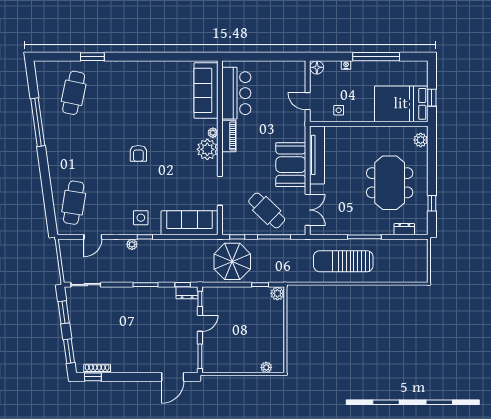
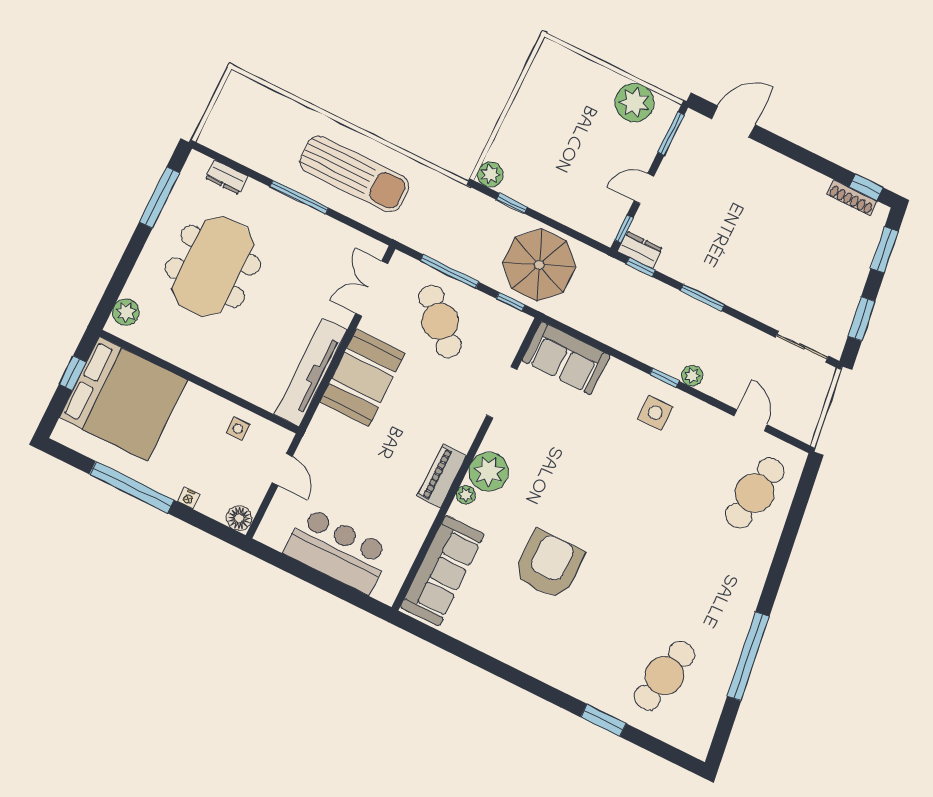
bar counter: (236, 93) -> (337, 551), moved, turned 90
bed: (401, 104) -> (123, 399), width x1.36
armchair: (138, 153) -> (549, 565), moved, width x1.88, depth x1.88
window: (432, 203) -> (160, 198), width x2.17
sofa: (190, 223) -> (566, 358), width x0.73
door: (93, 237) -> (751, 420), hinge flipped
plant: (266, 367) -> (634, 103), moved, width x1.87, depth x1.87

